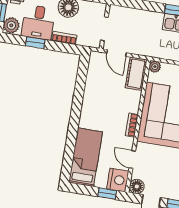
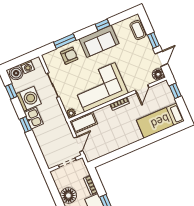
nightstand: (118, 180) -> (162, 90), removed

